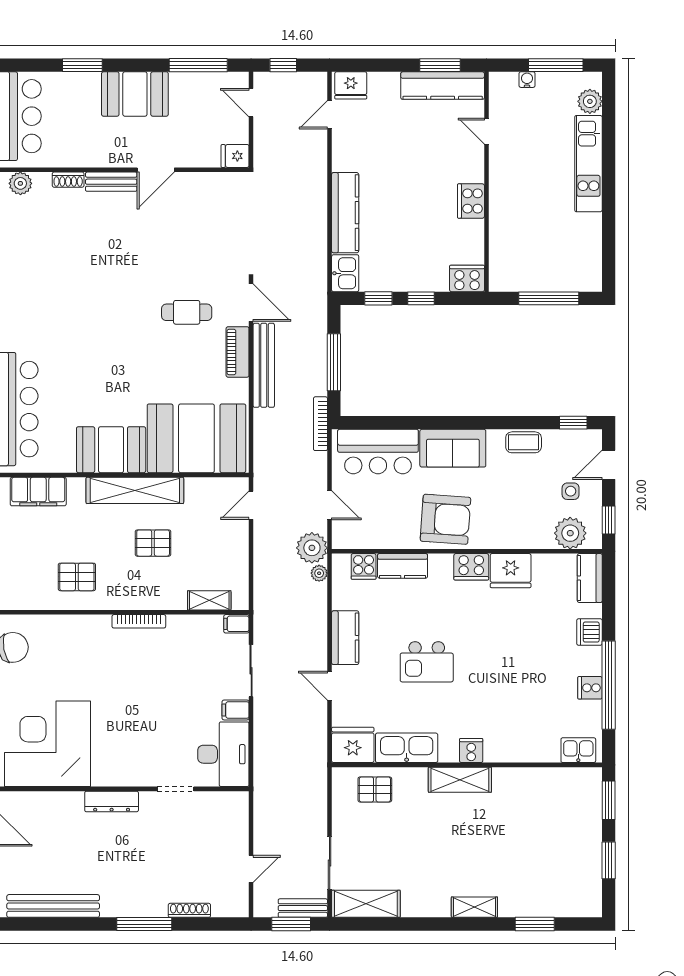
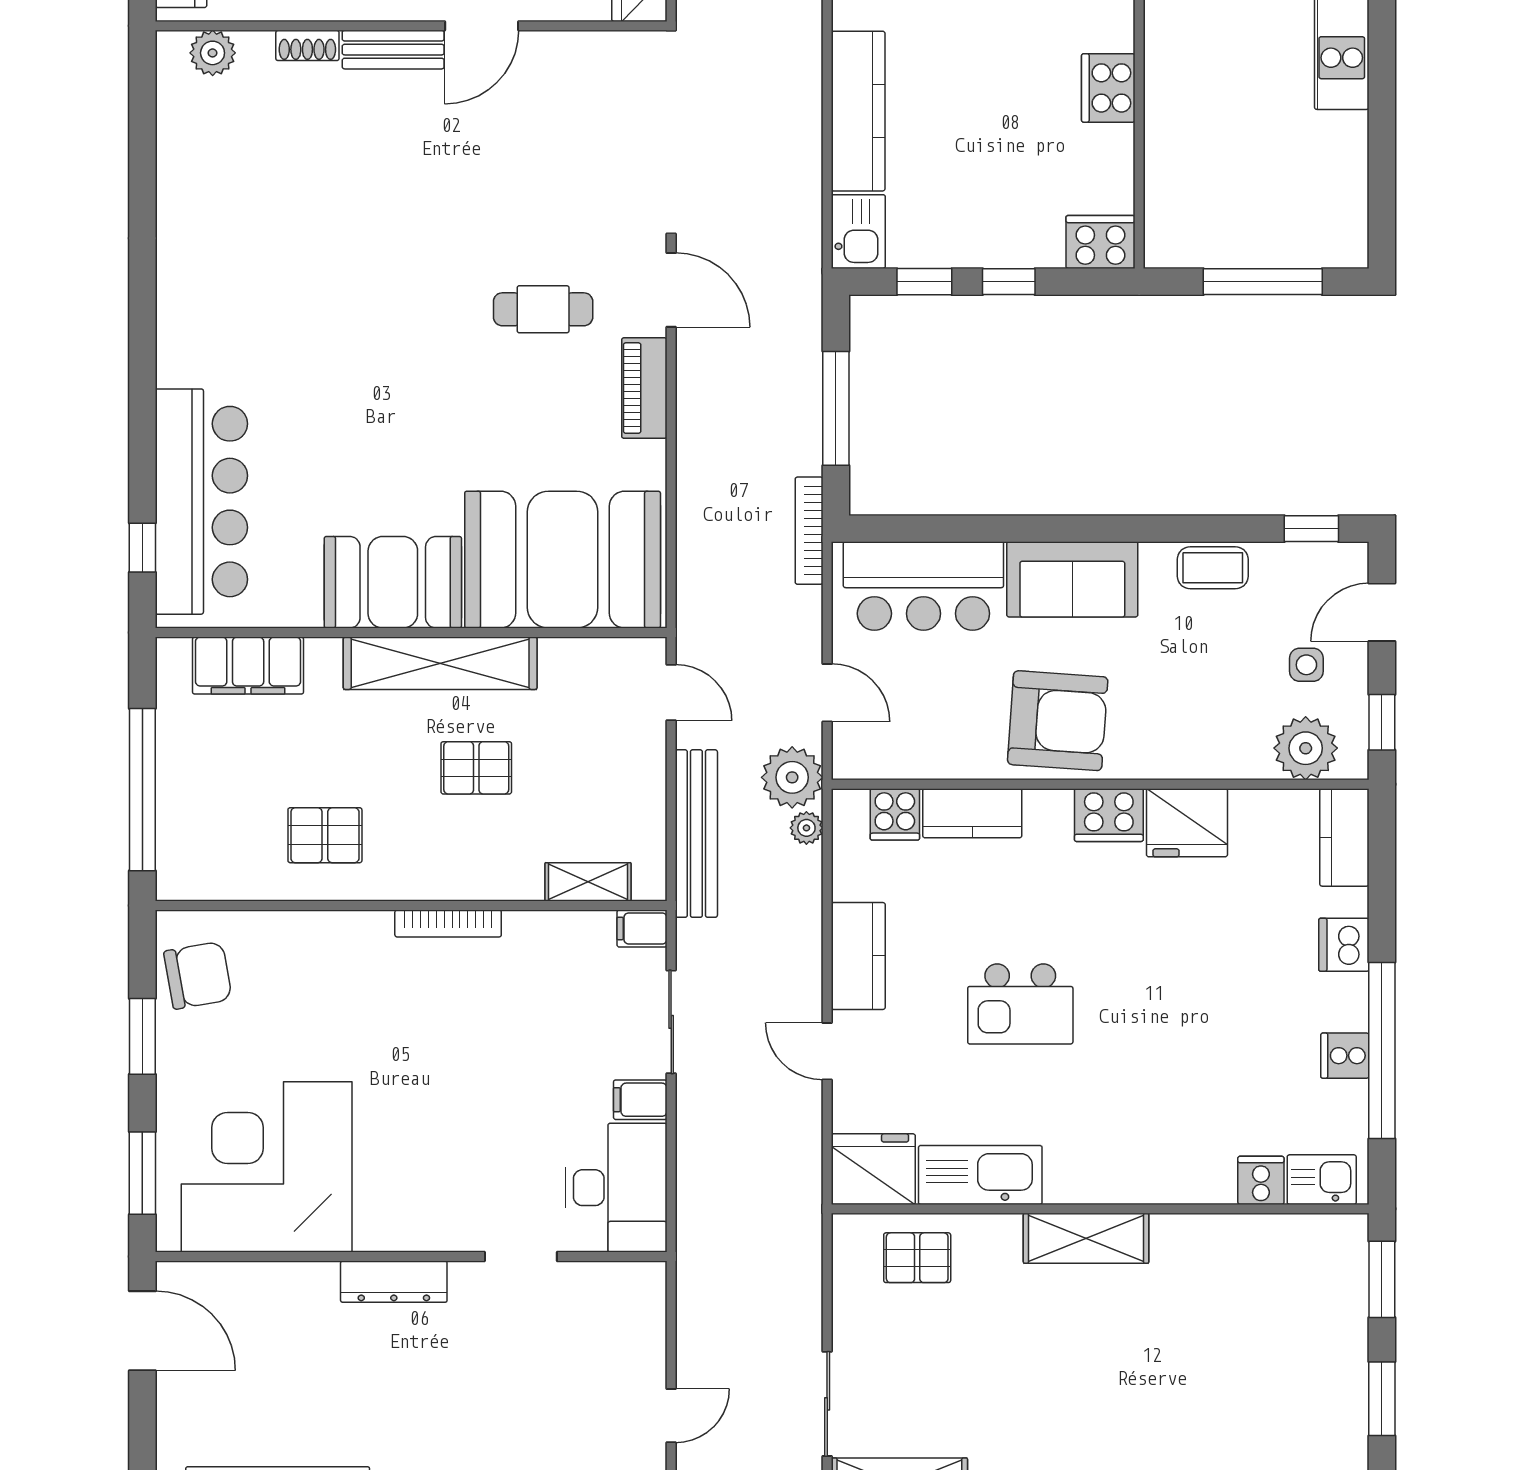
bench: (264, 365) -> (696, 834), moved
door: (251, 505) -> (671, 693), swing flipped
cooker: (471, 751) -> (1261, 1180), moved

